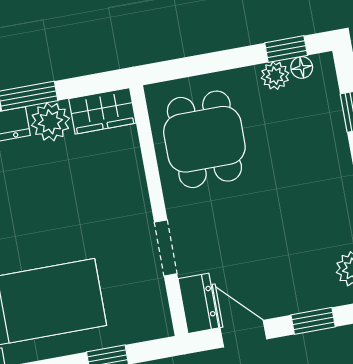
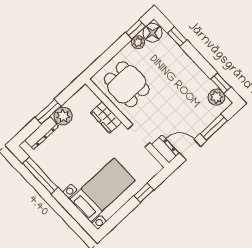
floor lamp: (302, 67) -> (152, 33), width x1.89, depth x1.89
wardrobe: (102, 111) -> (106, 117), moved, turned 90
window: (313, 321) -> (214, 127), width x1.50

